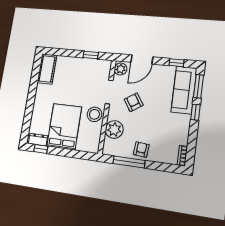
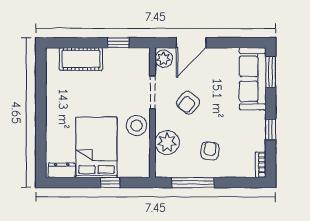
window: (176, 63) -> (238, 43), removed
cot: (47, 69) -> (81, 59), moved, turned 90
armchair: (134, 102) -> (188, 103), turned -109
window: (195, 112) -> (271, 129), moved
window: (41, 149) -> (110, 183), moved
armchair: (141, 149) -> (210, 151), moved

